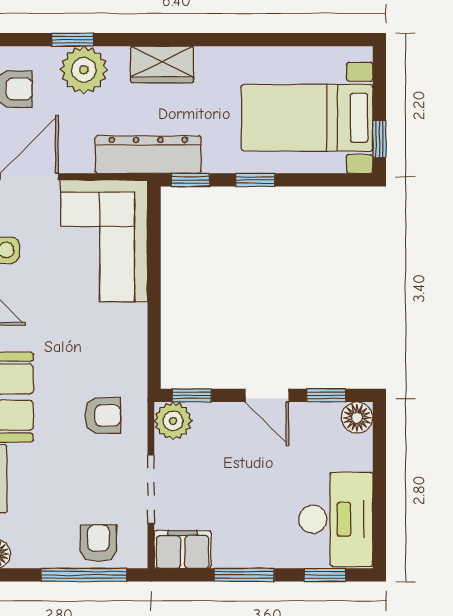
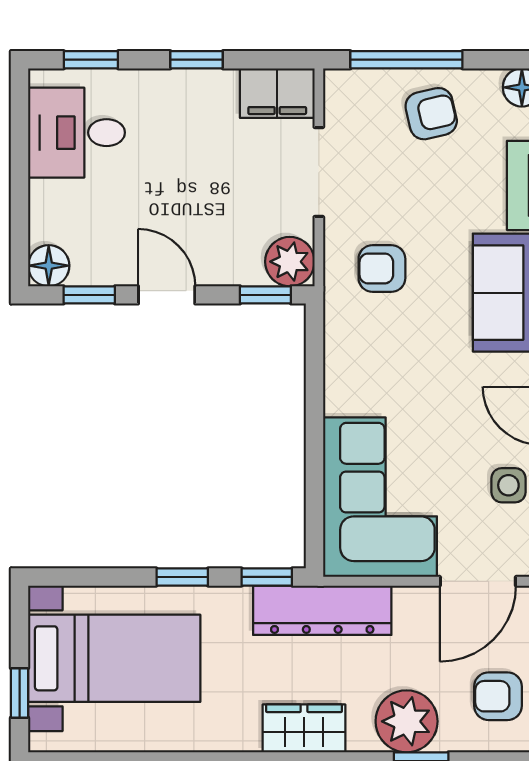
window: (379, 139) -> (20, 693), moved
desk: (336, 519) -> (77, 133), width x0.73
armchair: (98, 543) -> (431, 114), moved, turned -103
window: (244, 575) -> (197, 60), width x0.67

